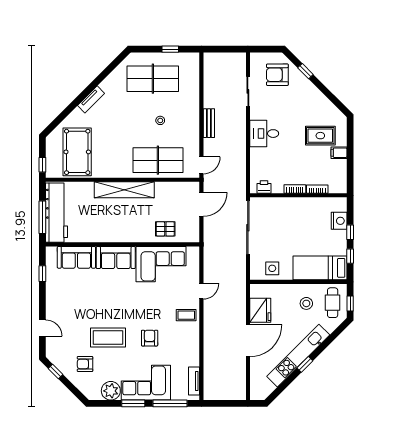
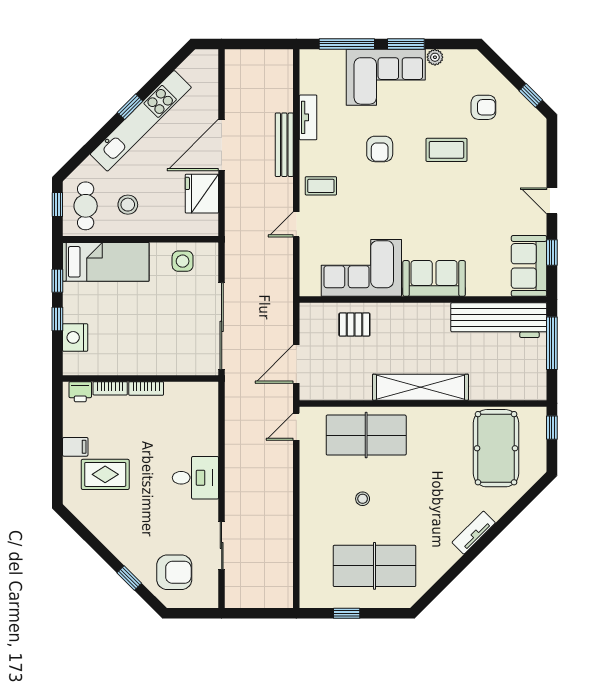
bench: (209, 123) -> (284, 145), moved, width x1.36
printer: (264, 187) -> (80, 392), moved
workbench: (57, 213) -> (499, 320), moved, turned -90
sofa: (76, 257) -> (529, 266), moved, turned -90
door: (42, 328) -> (552, 201), moved
coffee table: (108, 338) -> (446, 150), width x0.73, depth x0.76
tv unit: (194, 381) -> (308, 117), moved
plant: (111, 391) -> (435, 57), width x0.53, depth x0.53

